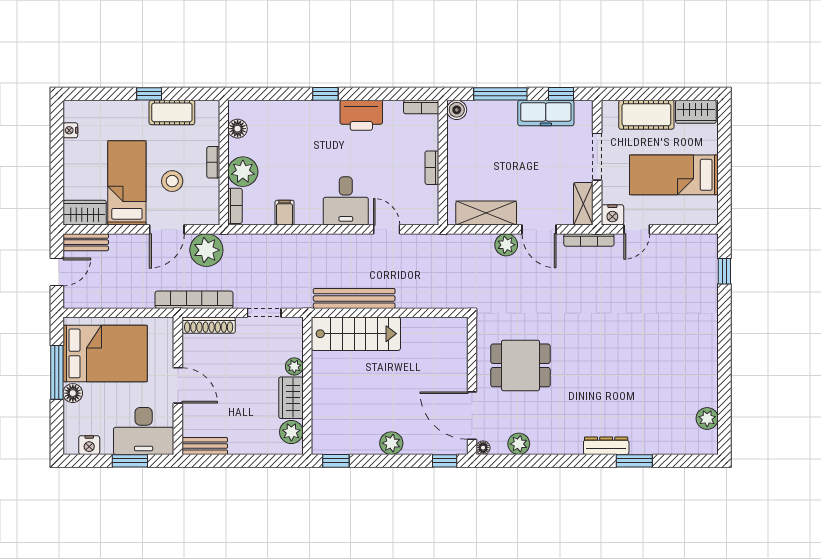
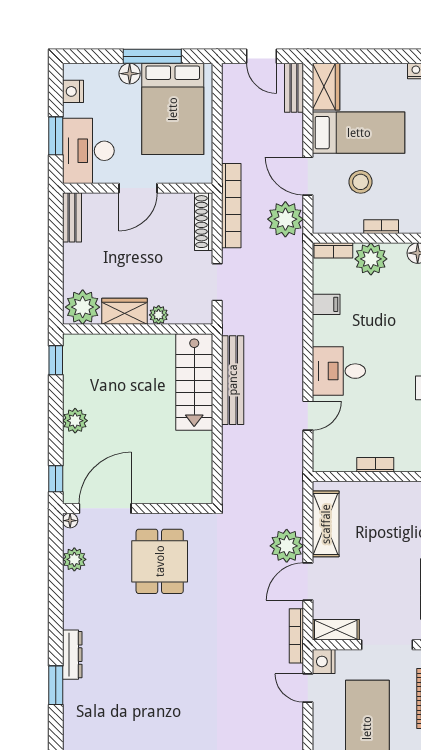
plant: (506, 245) -> (287, 546), width x1.36, depth x1.36
plant: (291, 432) -> (83, 307), width x1.36, depth x1.36

